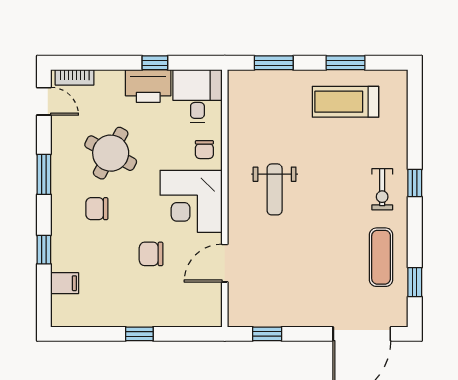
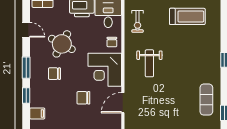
door: (44, 101) -> (26, 30), moved
treadmill: (345, 102) -> (187, 16), turned 180
window: (44, 174) -> (26, 68), moved
exercise bike: (382, 189) -> (138, 21), moved

